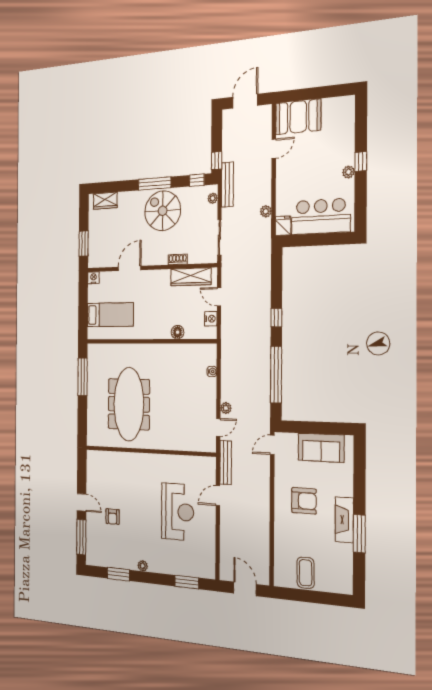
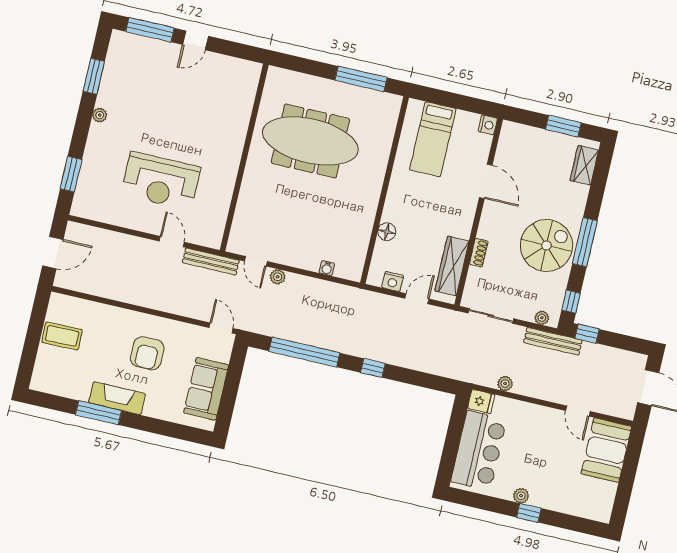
window: (84, 244) -> (563, 126), moved
armchair: (113, 517) -> (169, 84), removed

